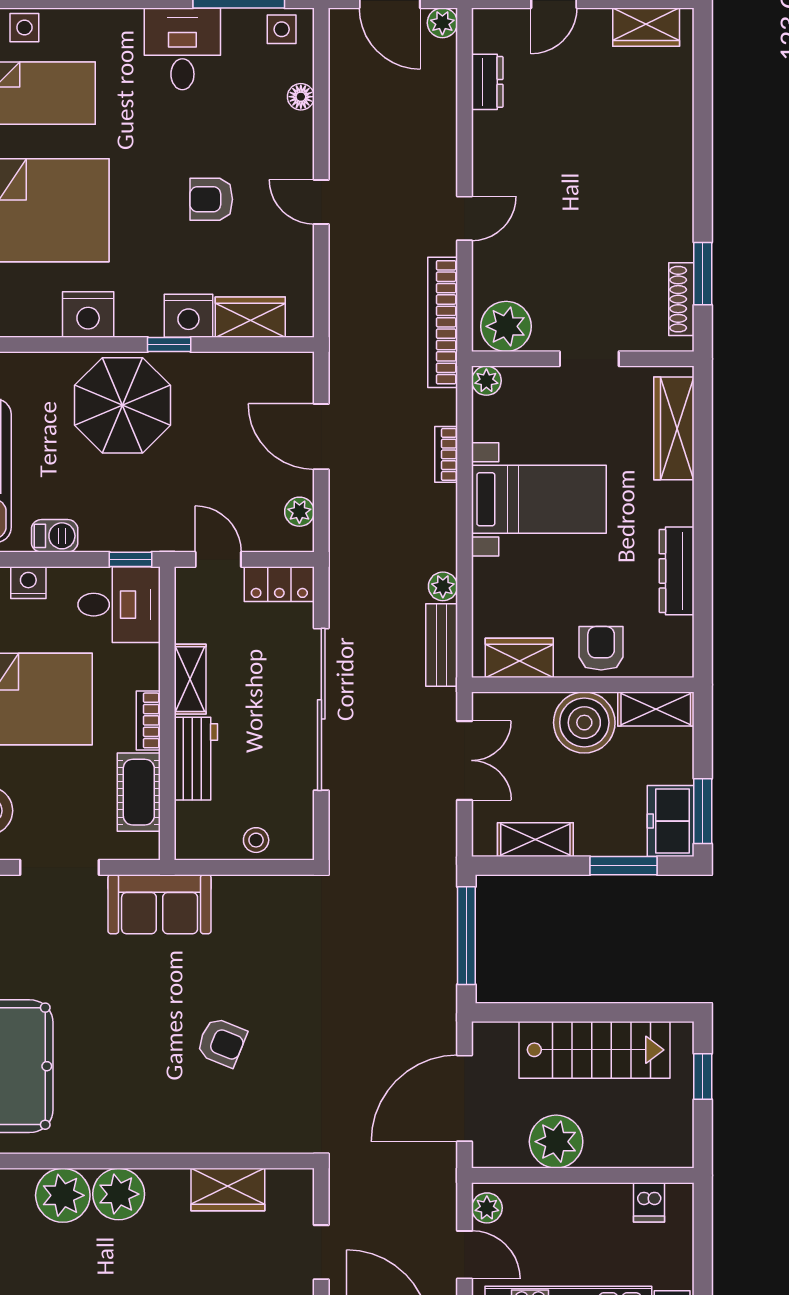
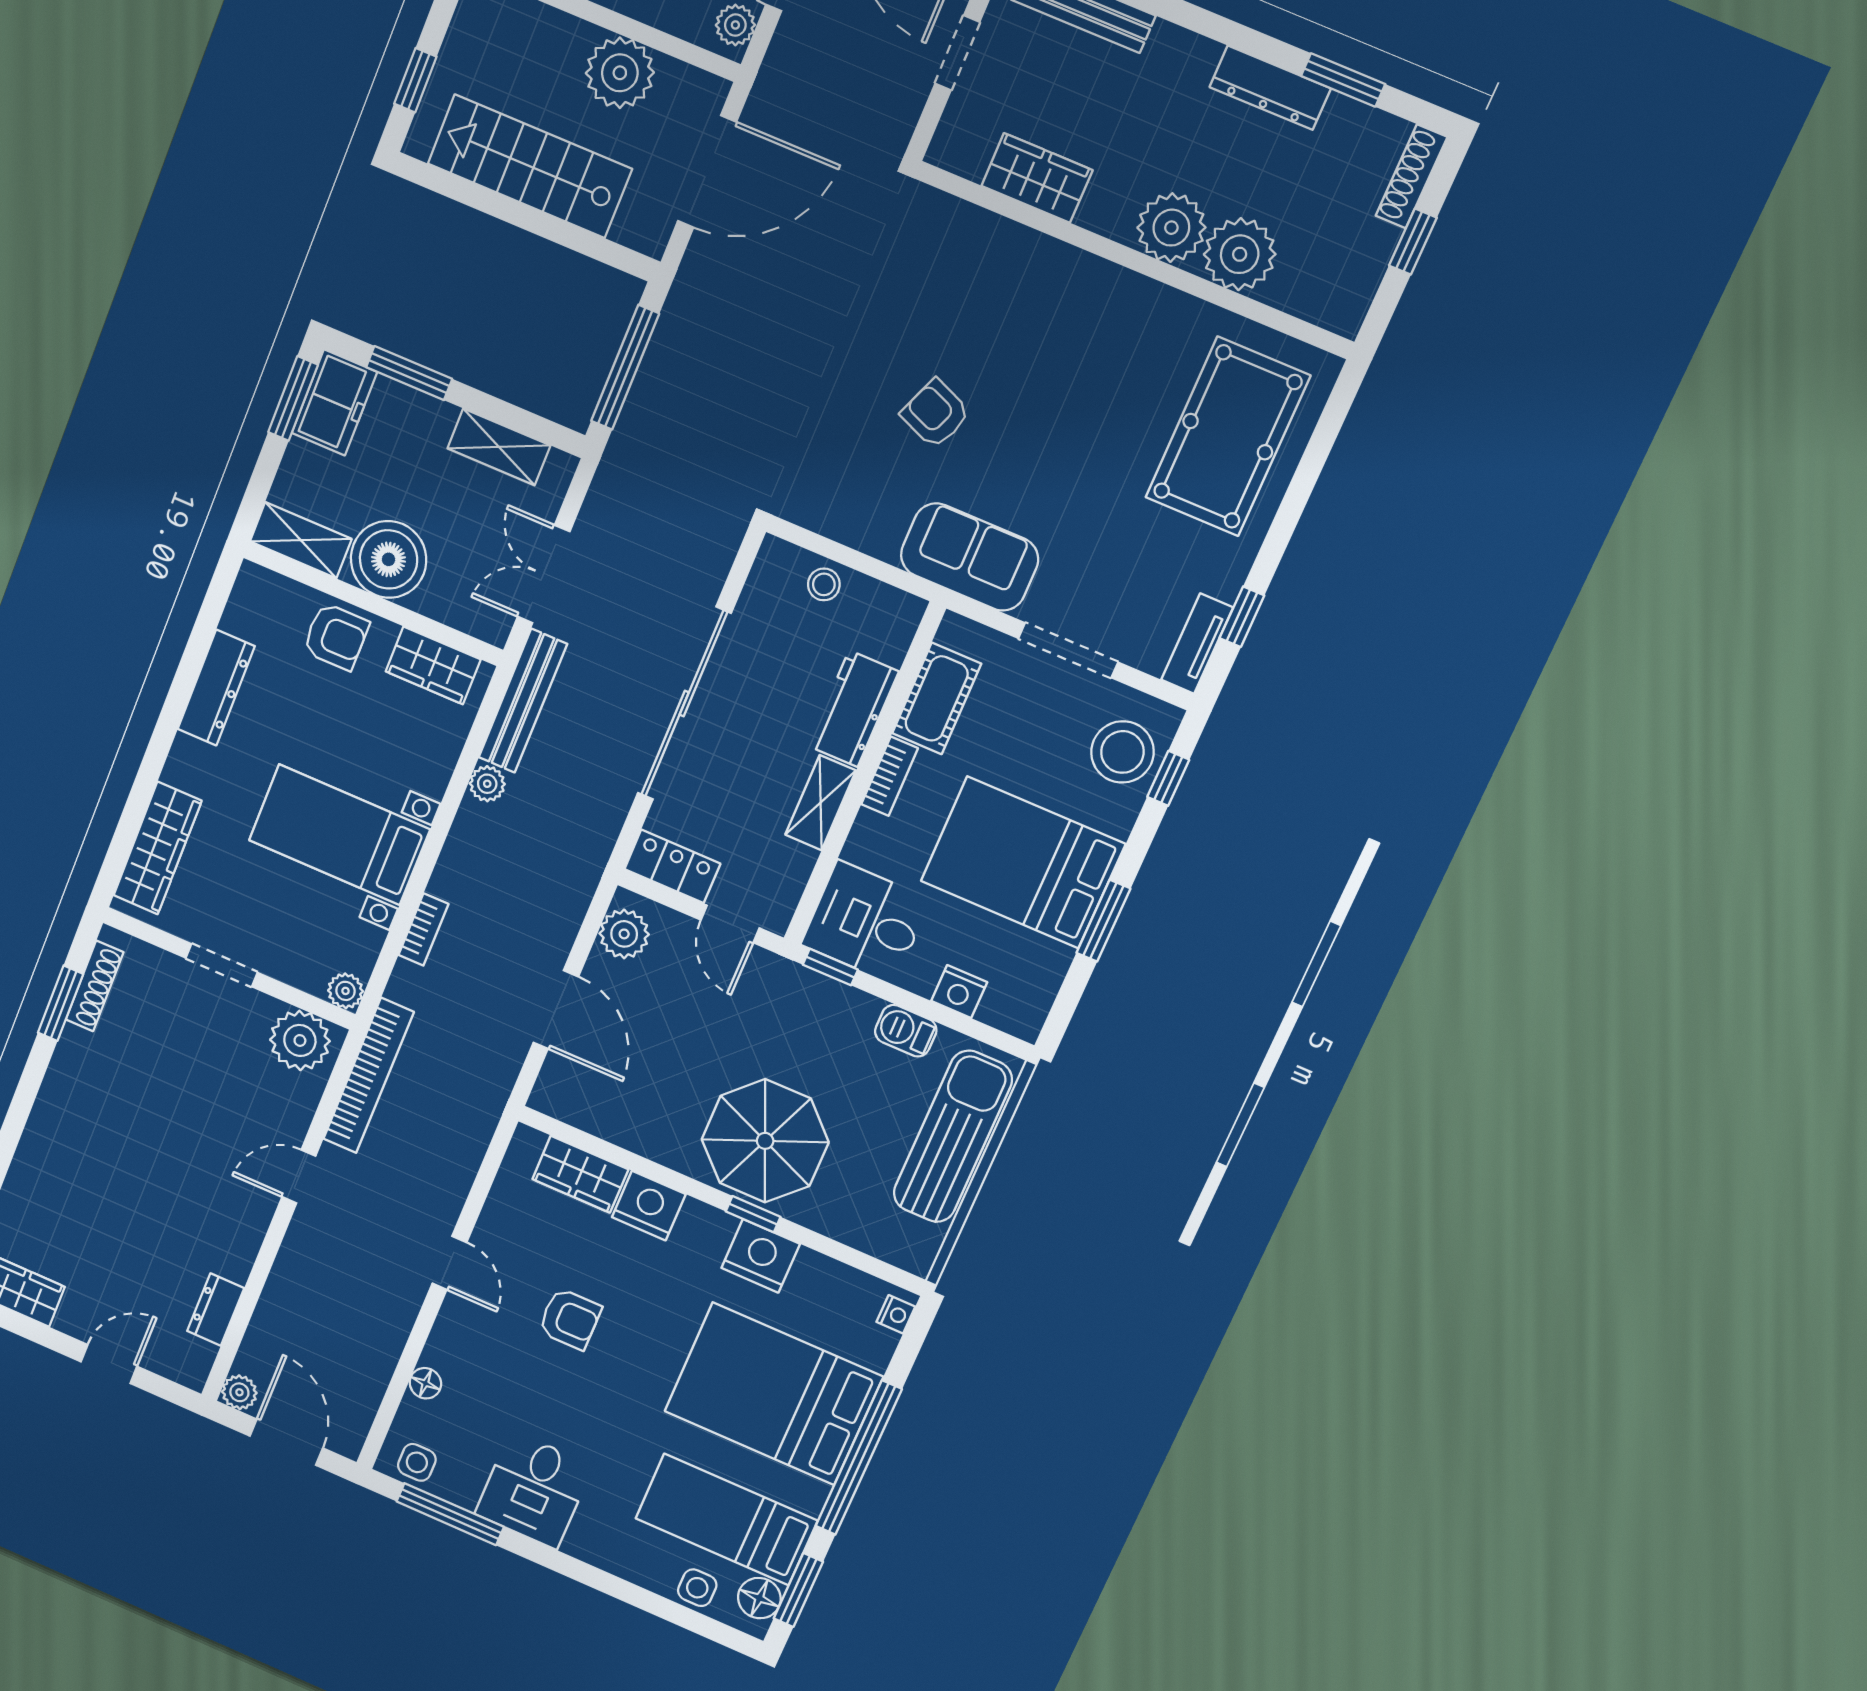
window: (169, 344) -> (753, 1214), moved
plant: (299, 512) -> (624, 934), width x1.38, depth x1.38
bench: (442, 645) -> (523, 701), width x1.36
armchair: (601, 648) -> (336, 636), turned -90
armchair: (222, 1042) -> (936, 414), moved

